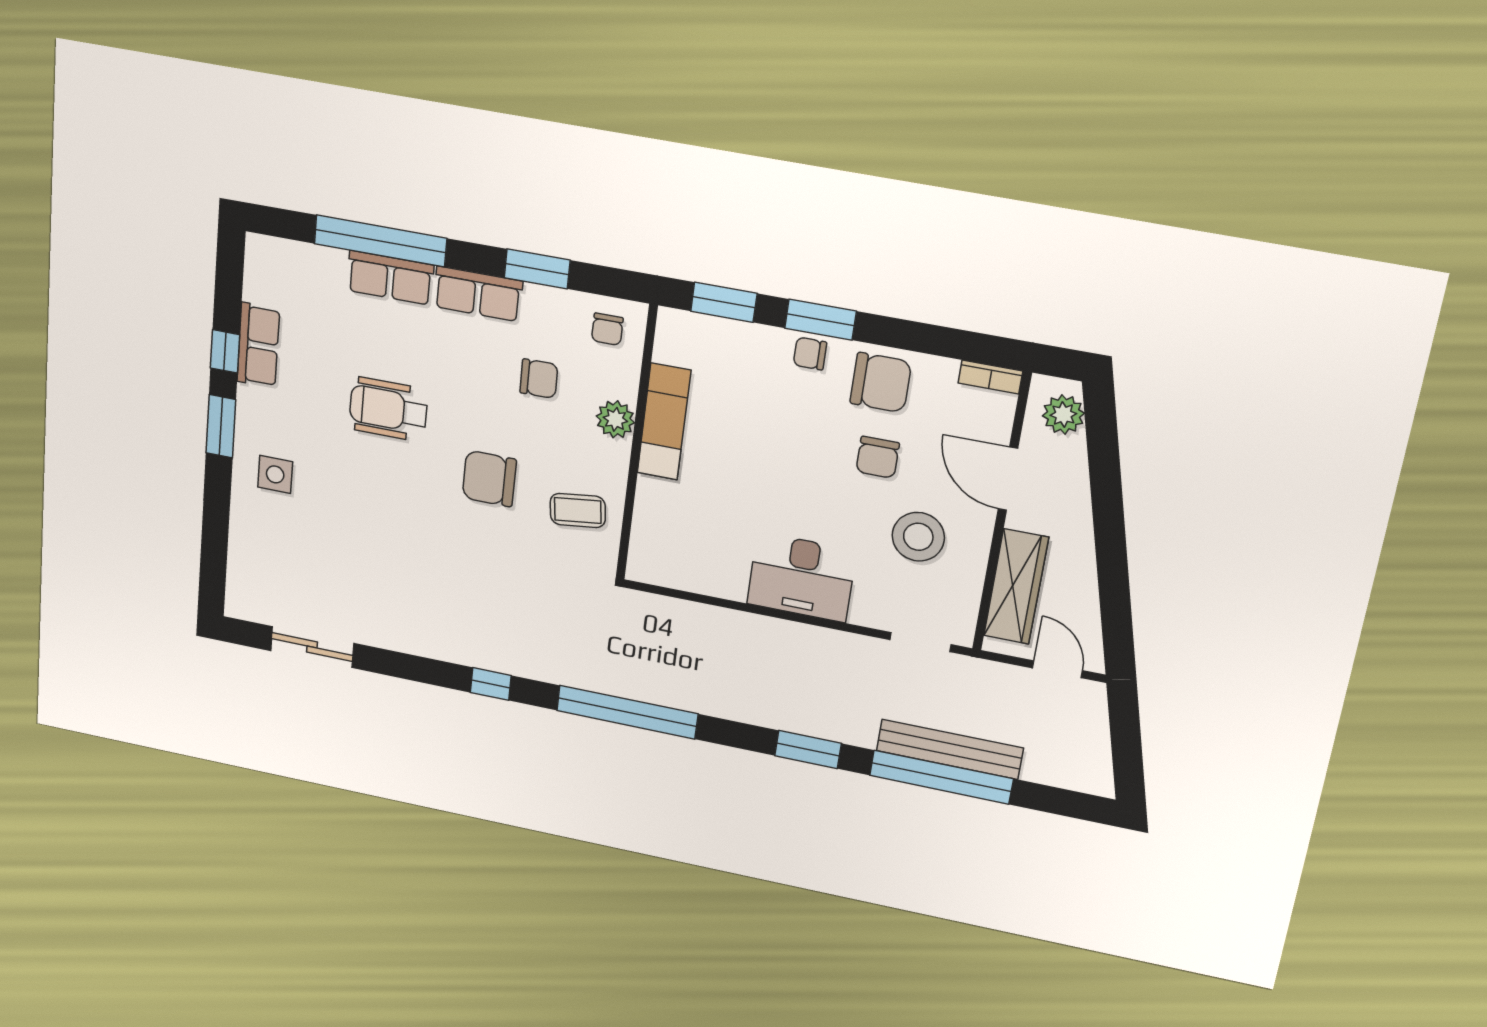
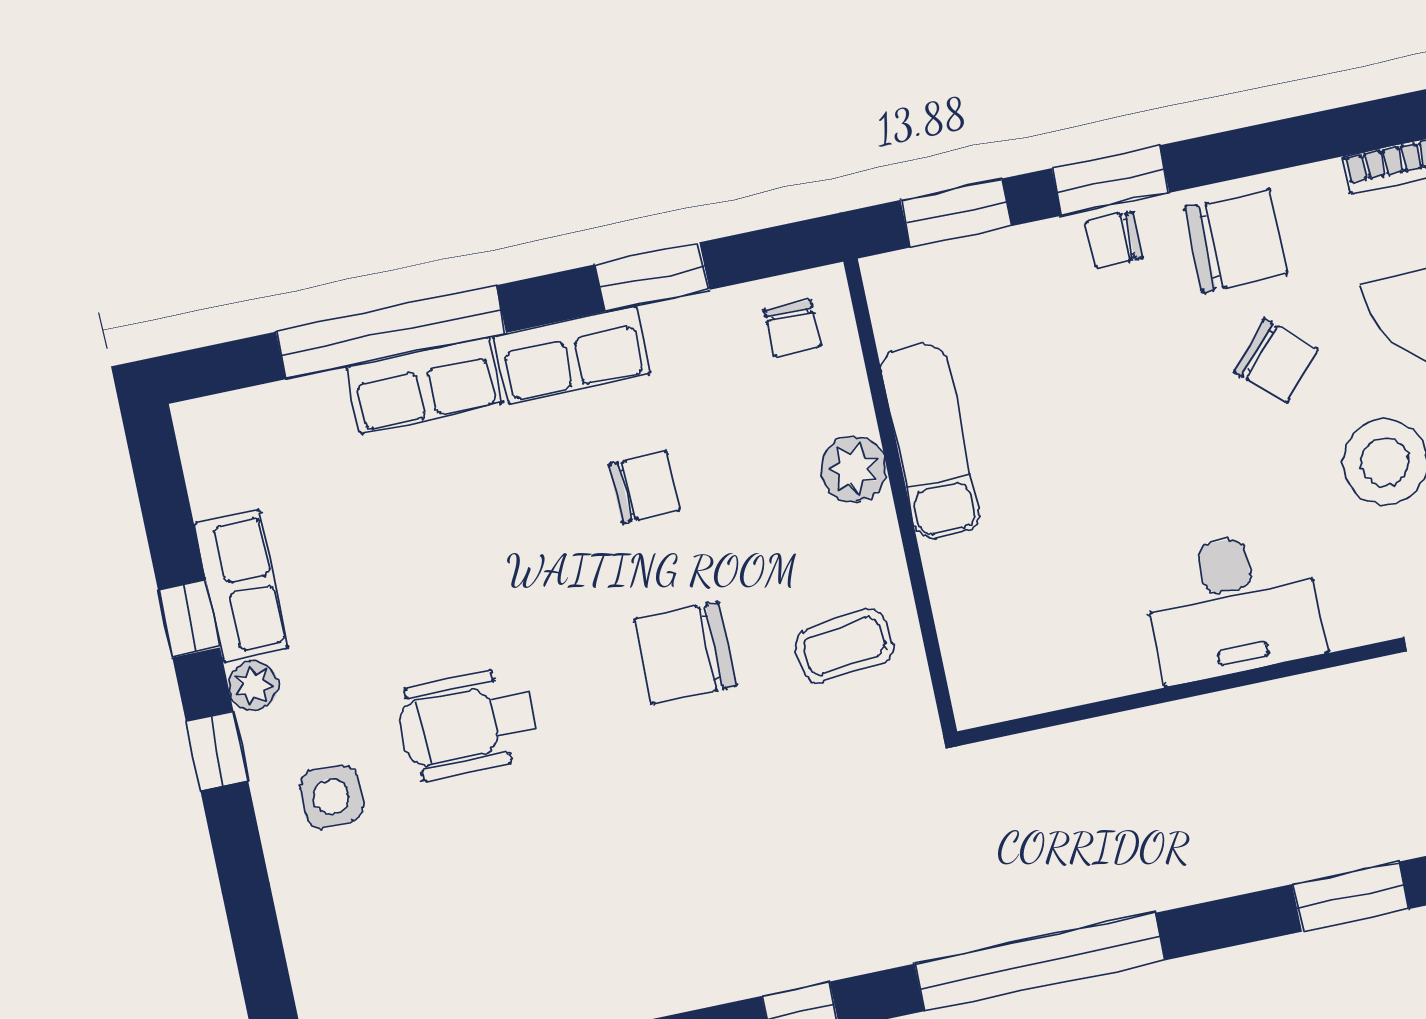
chair: (539, 379) -> (644, 487), moved
plant: (250, 400) -> (253, 685), added
wheelchair: (388, 409) -> (468, 724), moved
window: (221, 426) -> (217, 751), width x0.67
chair: (878, 457) -> (1276, 361), turned -48

